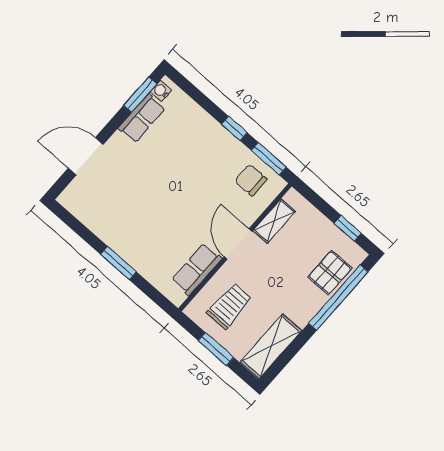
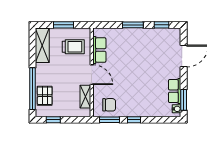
window: (78, 228) -> (161, 25), added
trolley: (229, 306) -> (73, 47), turned -90

